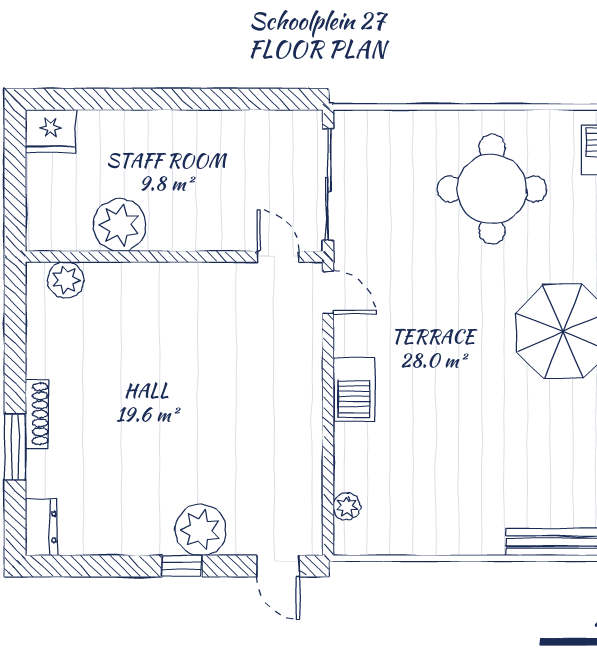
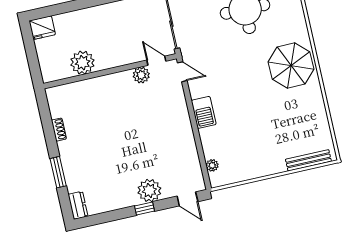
plant: (66, 280) -> (141, 75), moved
shoe rack: (37, 414) -> (59, 130), moved, width x0.70

